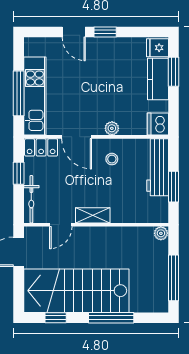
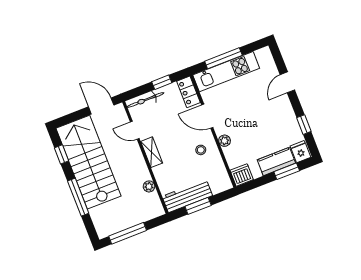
window: (105, 32) -> (304, 125), moved
door: (77, 137) -> (207, 116), hinge flipped
workbench: (158, 167) -> (187, 196), moved
plant: (161, 233) -> (149, 186), moved

